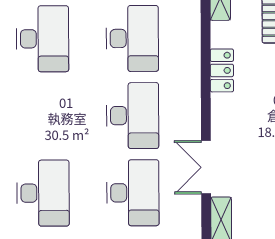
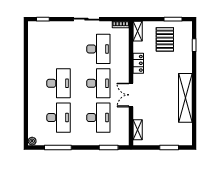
desk: (42, 39) -> (58, 83), moved
double door: (206, 167) -> (131, 95), moved

